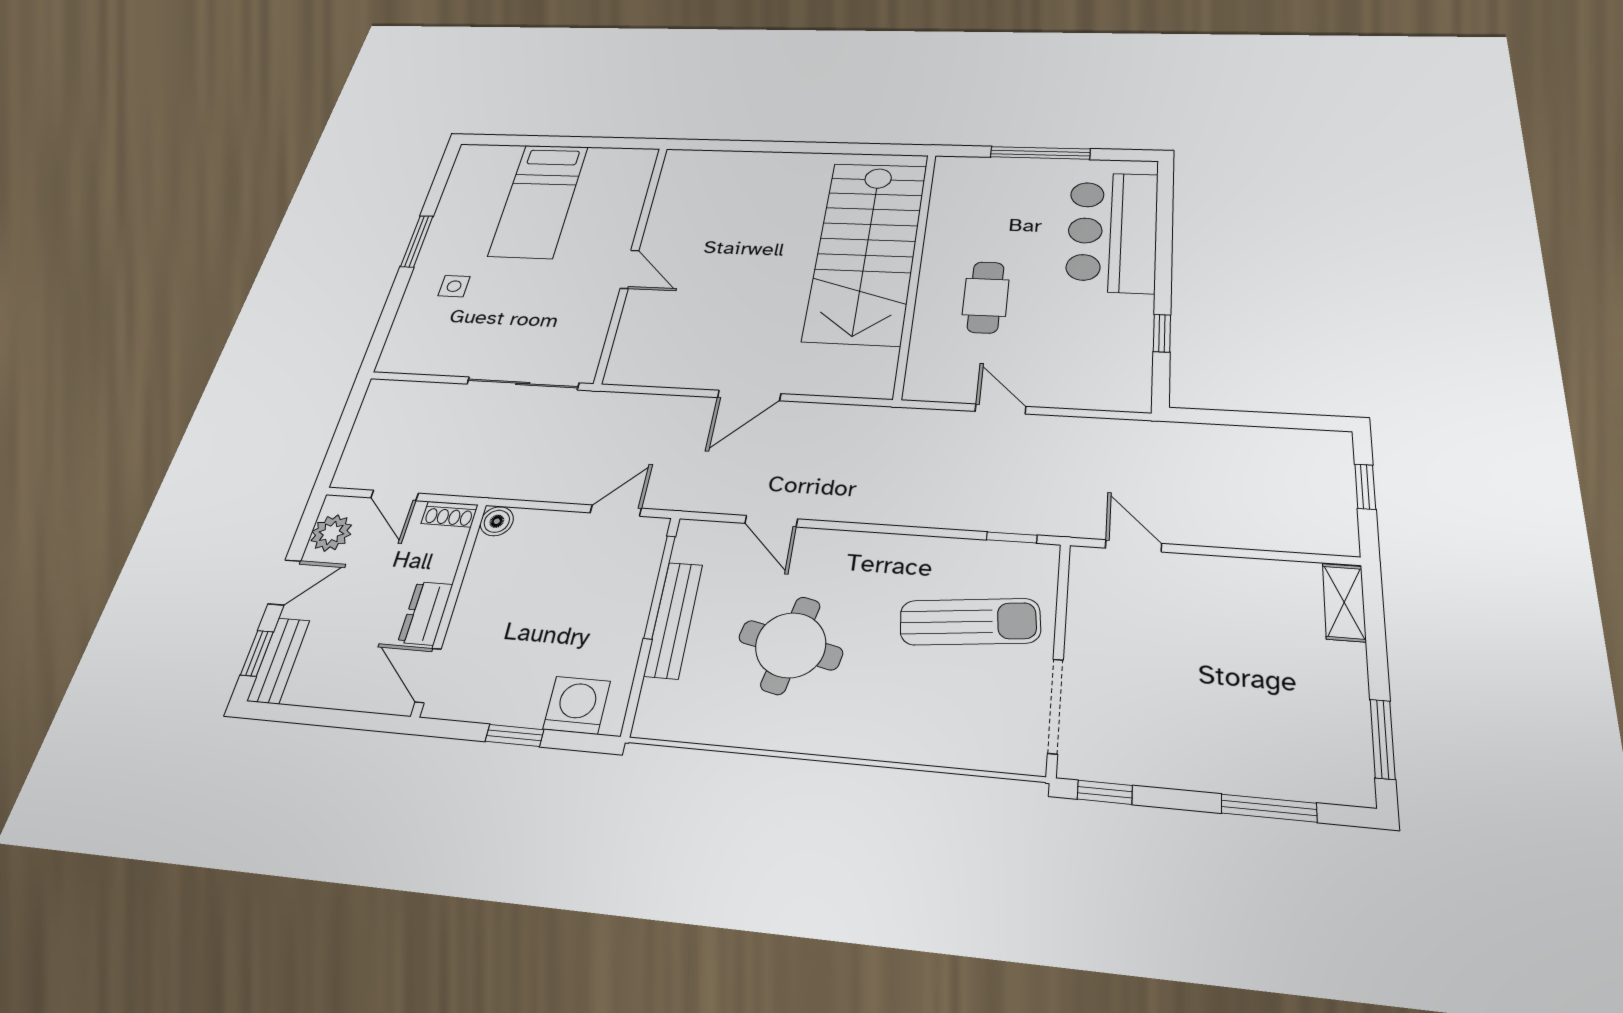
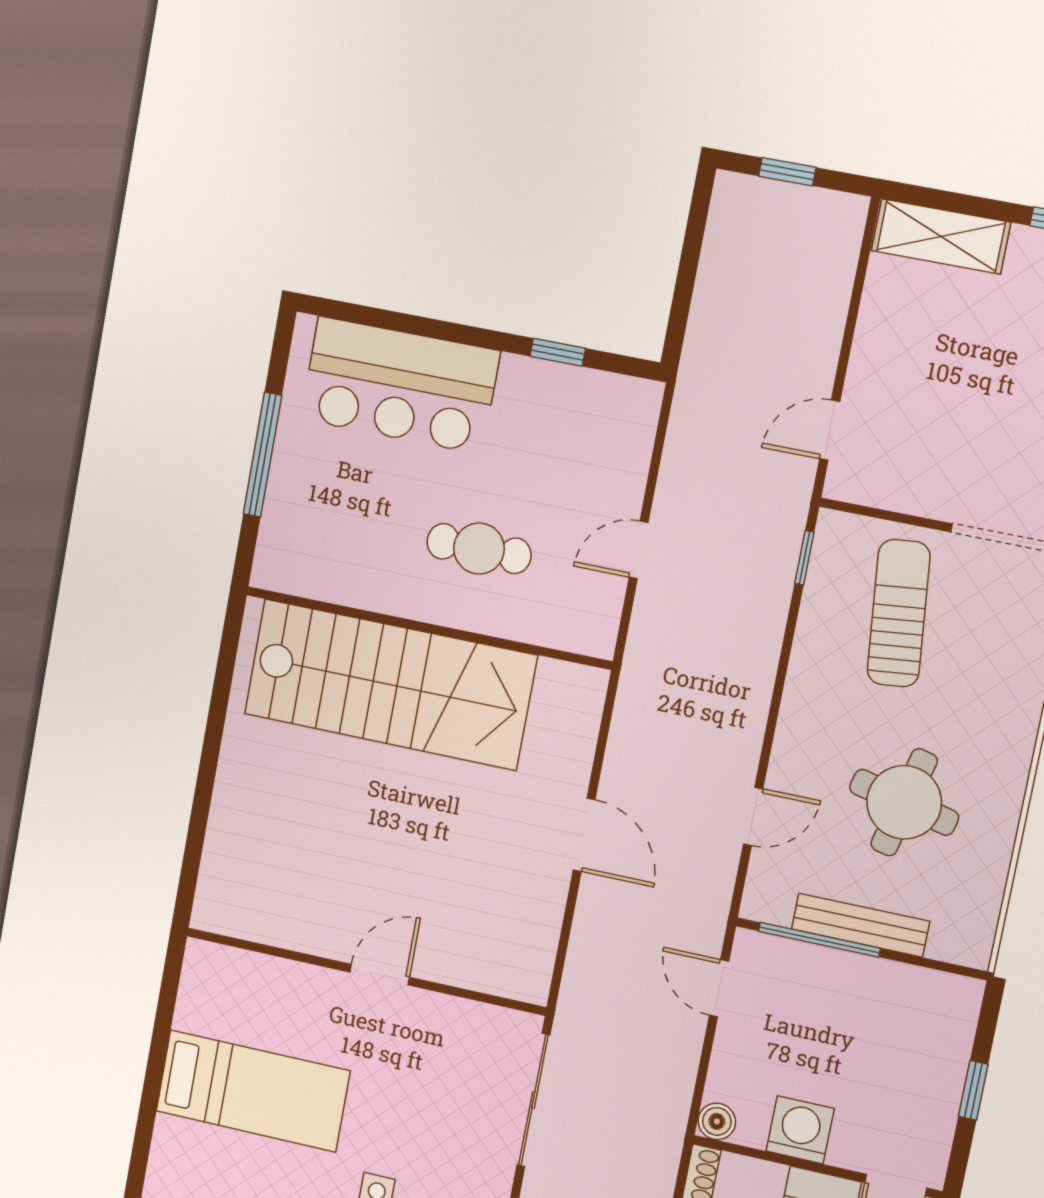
shelving: (1344, 602) -> (941, 236), width x1.50, depth x1.33
washing machine: (577, 705) -> (800, 1130), moved, turned 90

